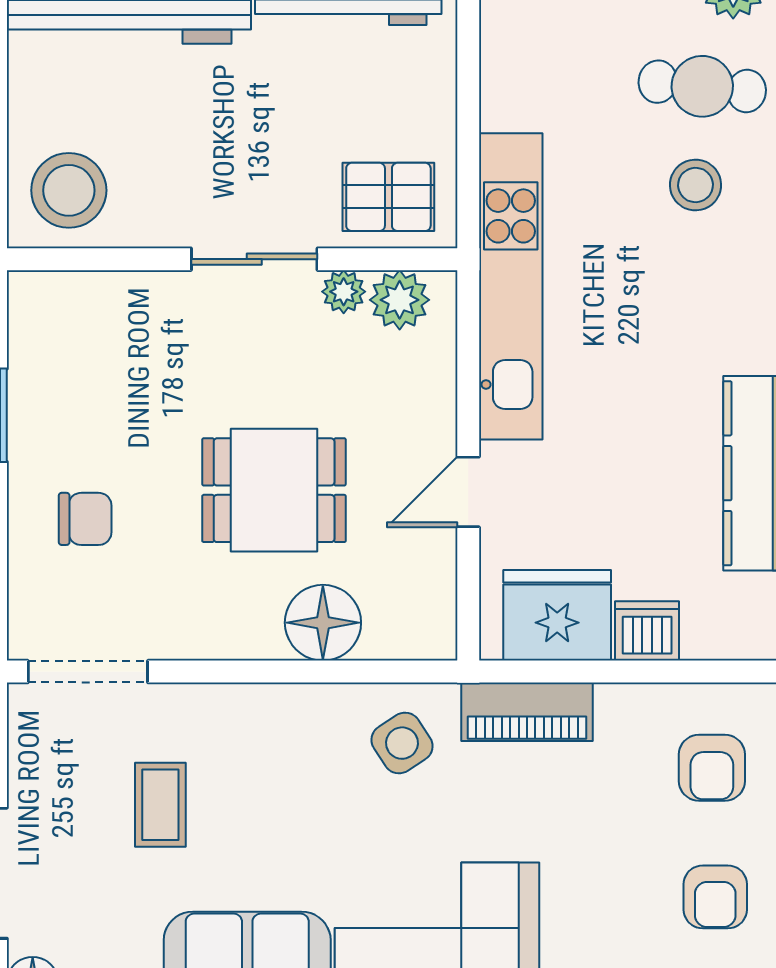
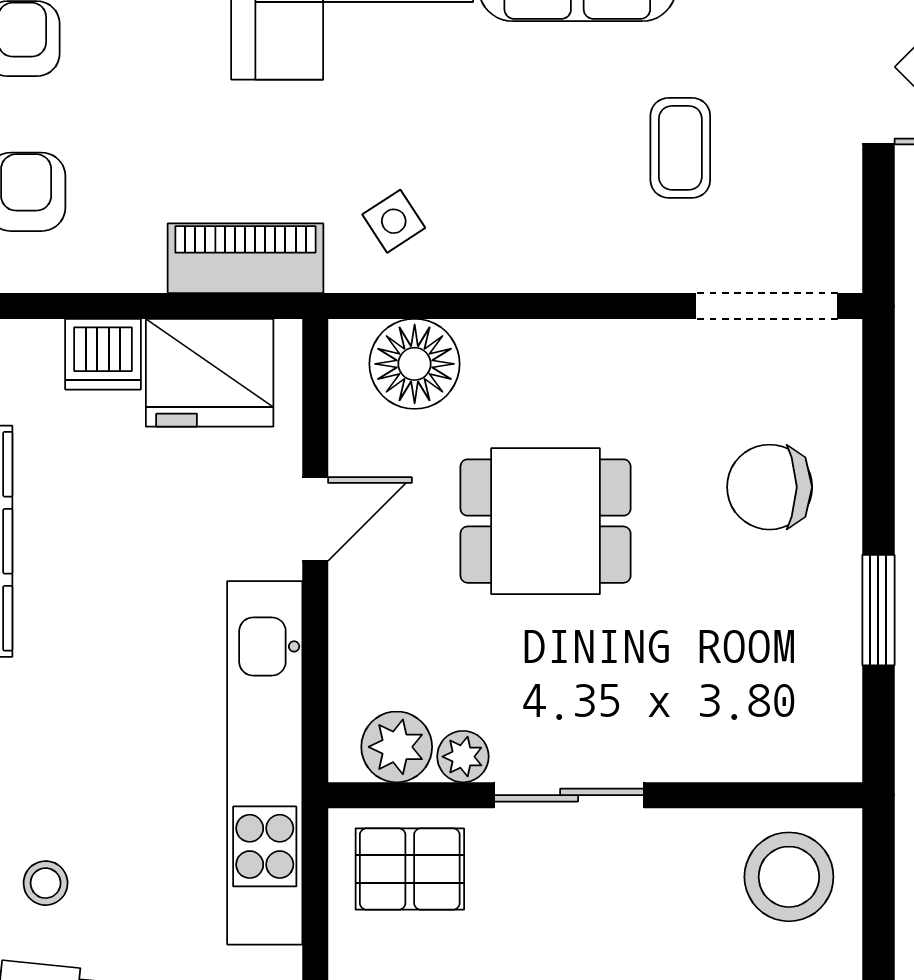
stool: (696, 185) -> (46, 883), width x0.73, depth x0.73
chair: (85, 519) -> (770, 487), width x1.37, depth x1.37
floor lamp: (323, 623) -> (415, 364), moved
side table: (402, 743) -> (394, 221), width x0.73, depth x0.73

